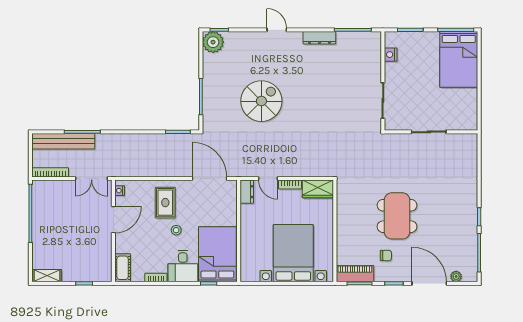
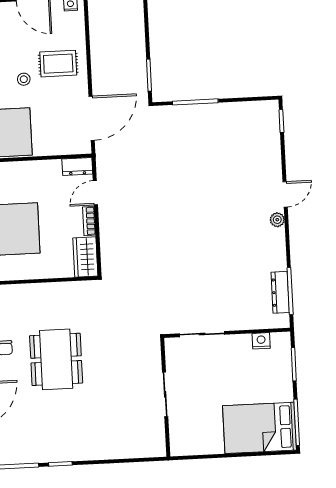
dresser: (319, 38) -> (280, 292), moved
plant: (213, 42) -> (277, 220), moved, width x0.53, depth x0.53
spiral stairs: (261, 101) -> (194, 179), removed
dining table: (397, 216) -> (56, 359), turned 90

